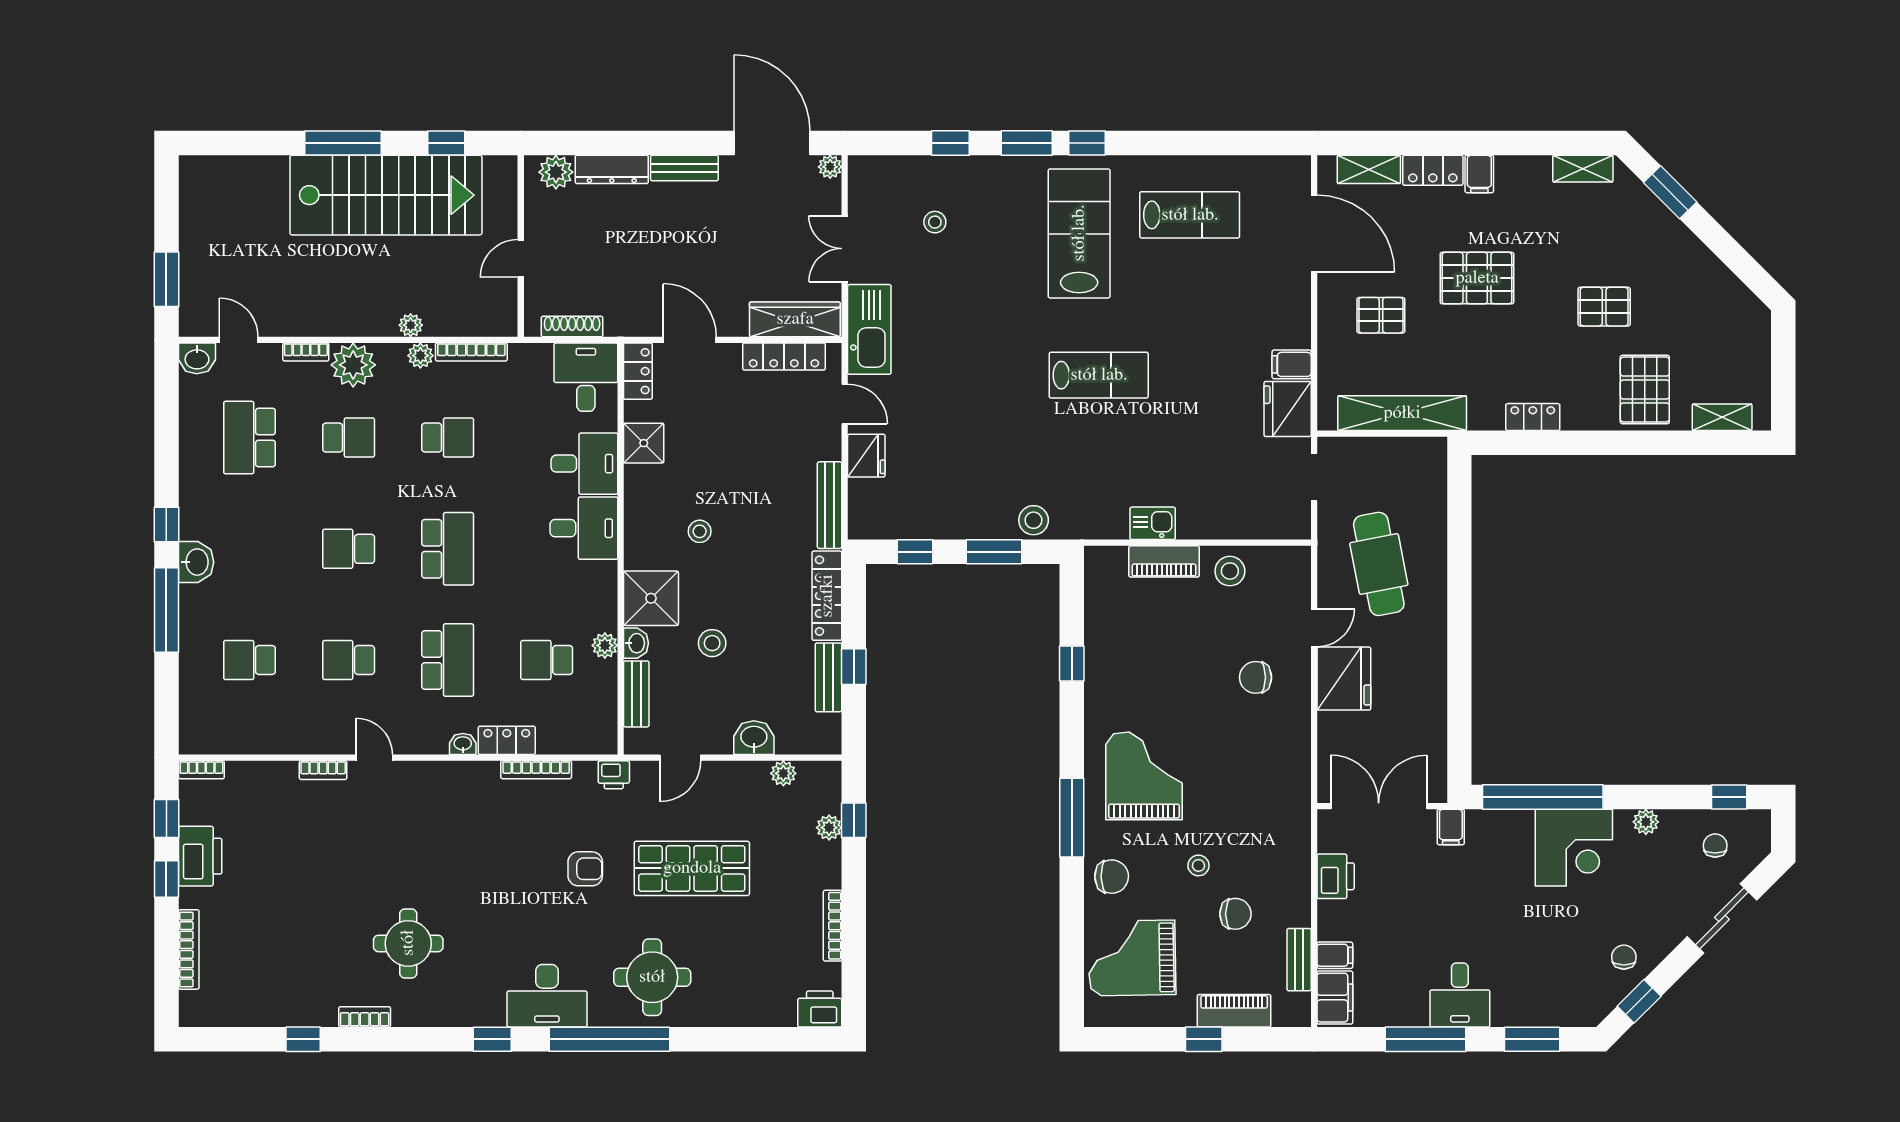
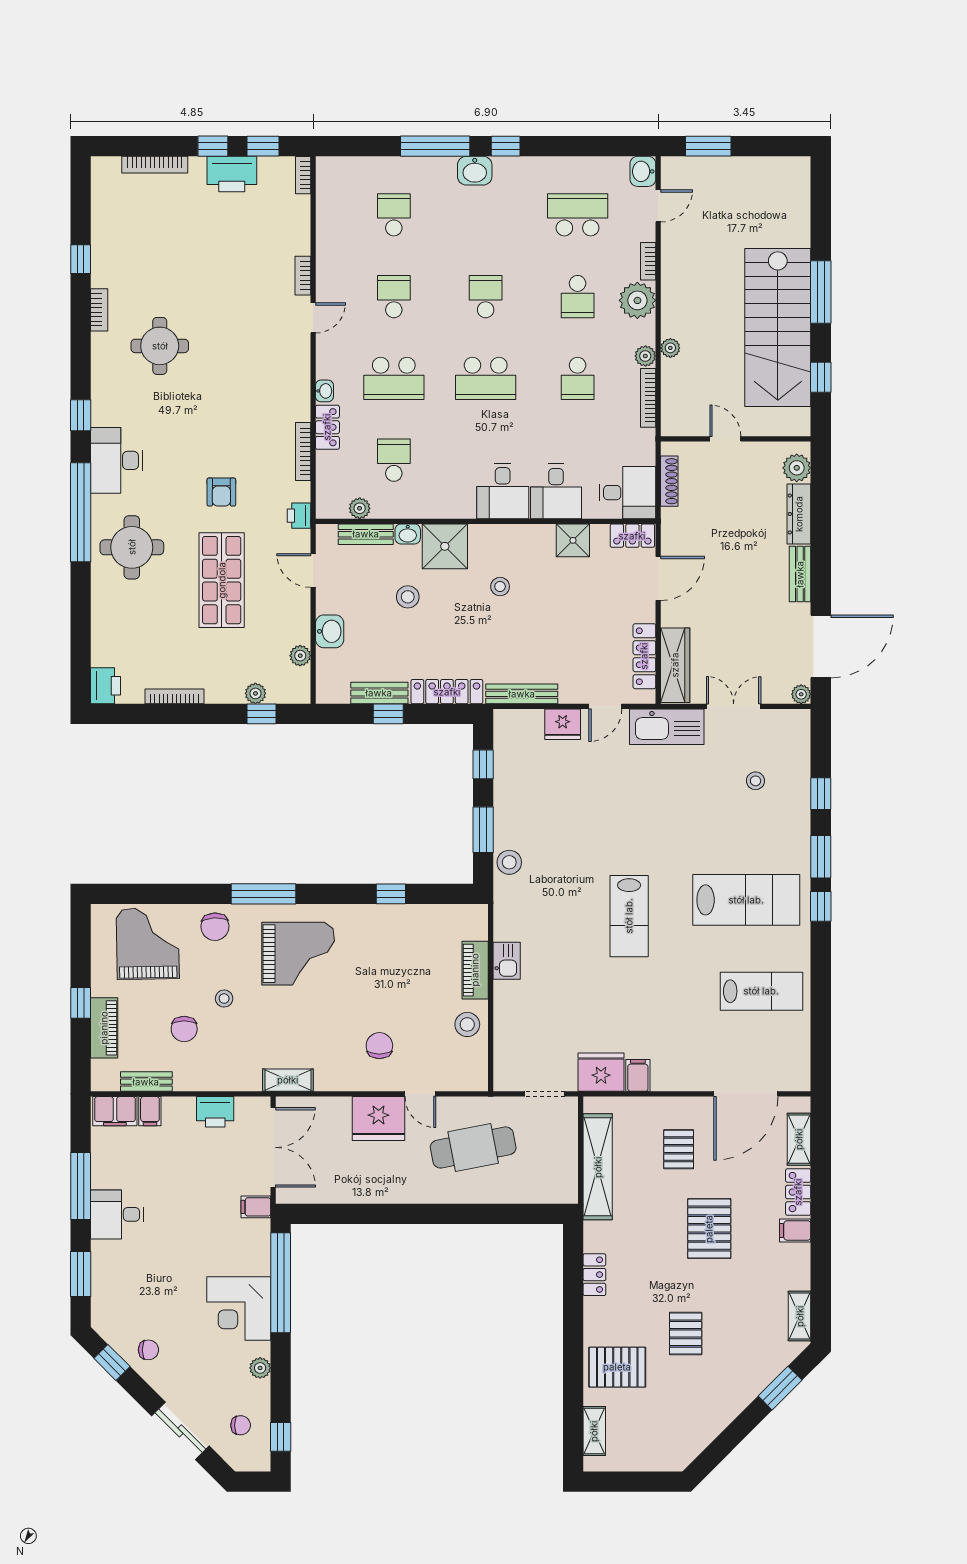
lab bench: (1190, 215) -> (761, 991), turned -90
plant: (605, 645) -> (360, 508), moved
shelving: (1297, 788) -> (288, 1080), added

